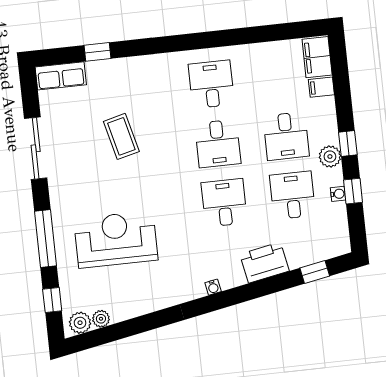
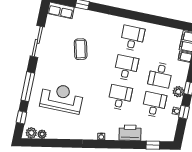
desk: (218, 143) -> (126, 68), turned 180

